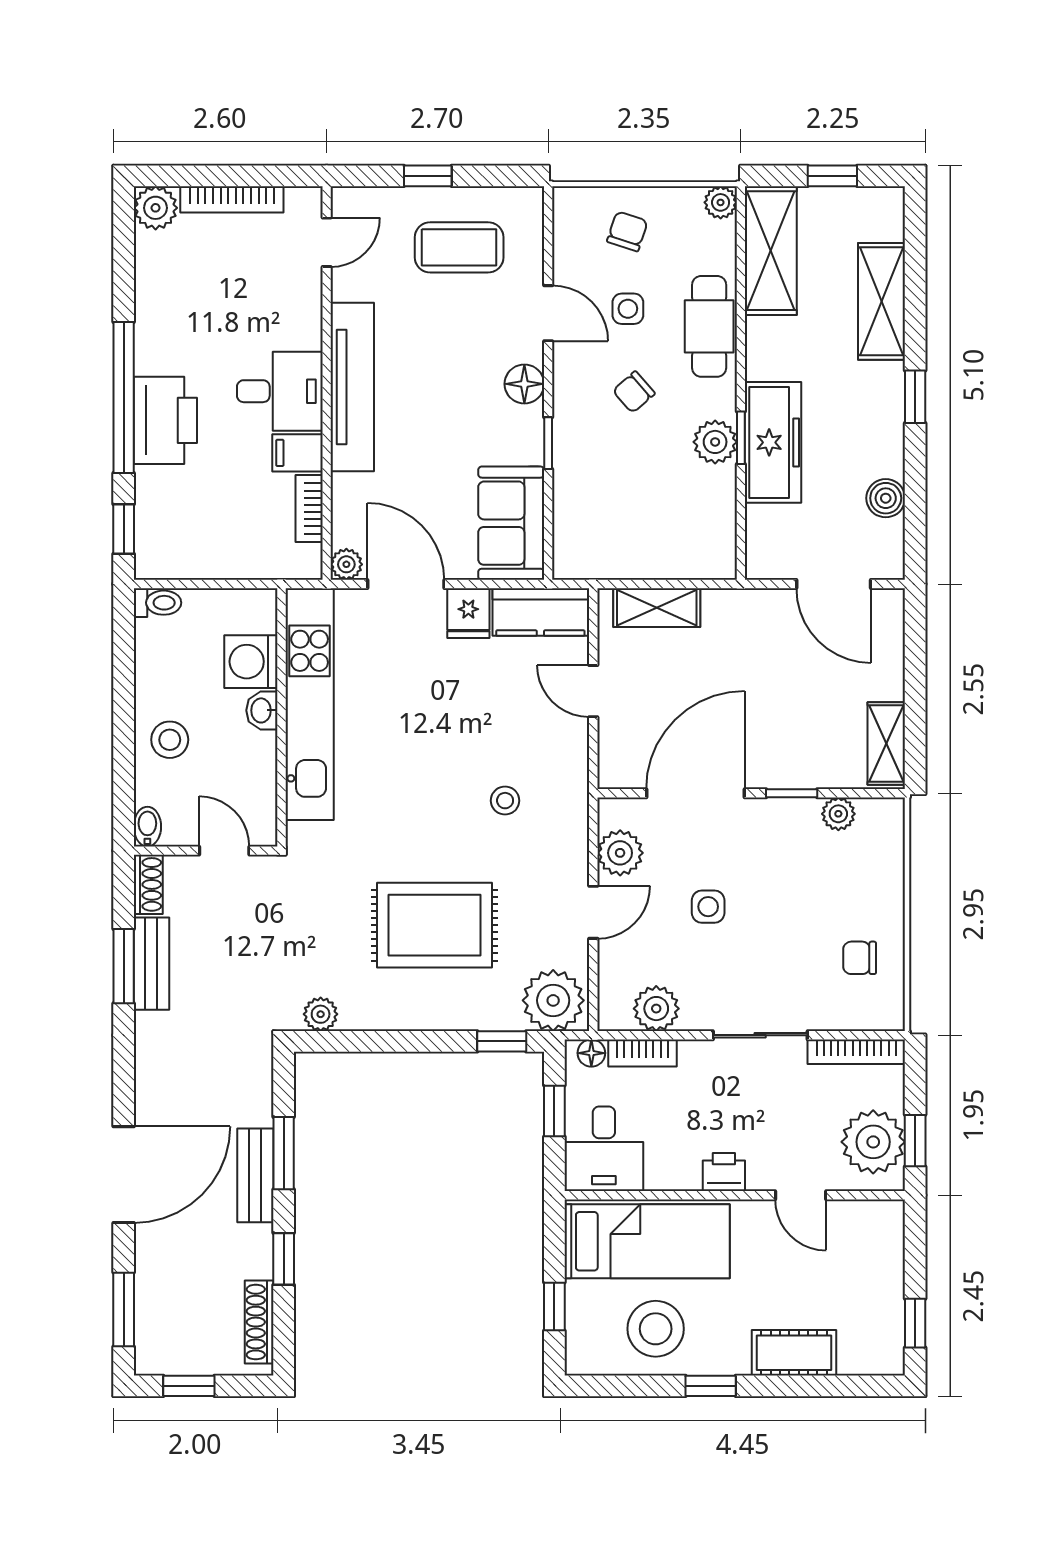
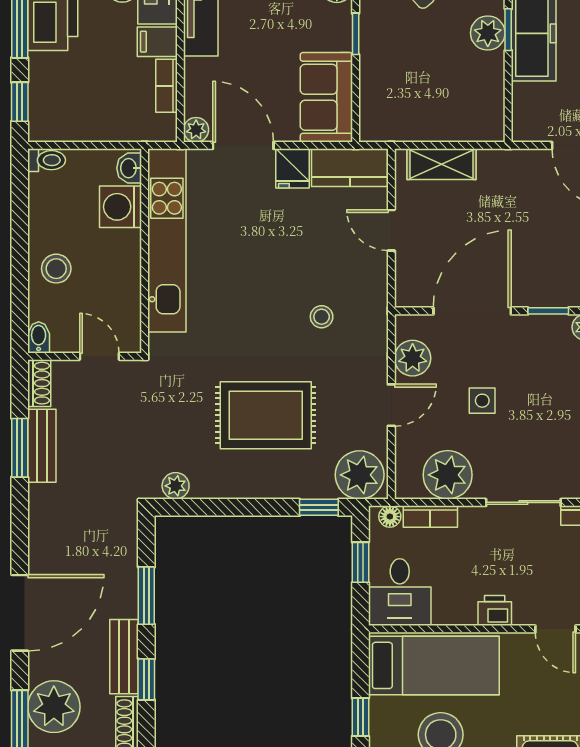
washbasin: (262, 710) -> (129, 168), moved
plant: (656, 1009) -> (448, 475), width x1.36, depth x1.36
bench: (255, 1175) -> (124, 657), moved
plant: (167, 1293) -> (54, 707), added

